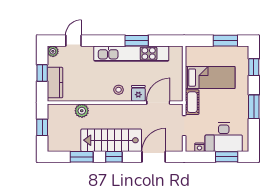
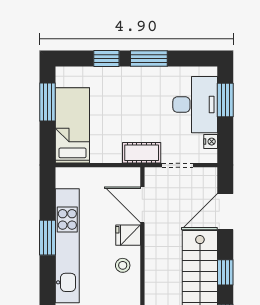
window: (254, 67) -> (106, 58), moved
bed: (210, 78) -> (72, 125), moved
door: (154, 157) -> (225, 212), hinge flipped

